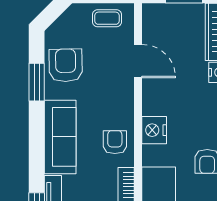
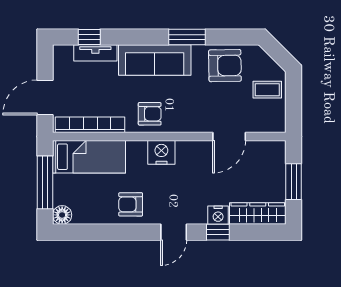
coffee table: (107, 18) -> (267, 90), moved, turned 90
window: (37, 82) -> (187, 37), moved

